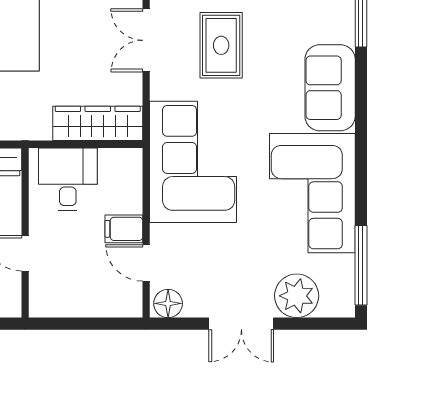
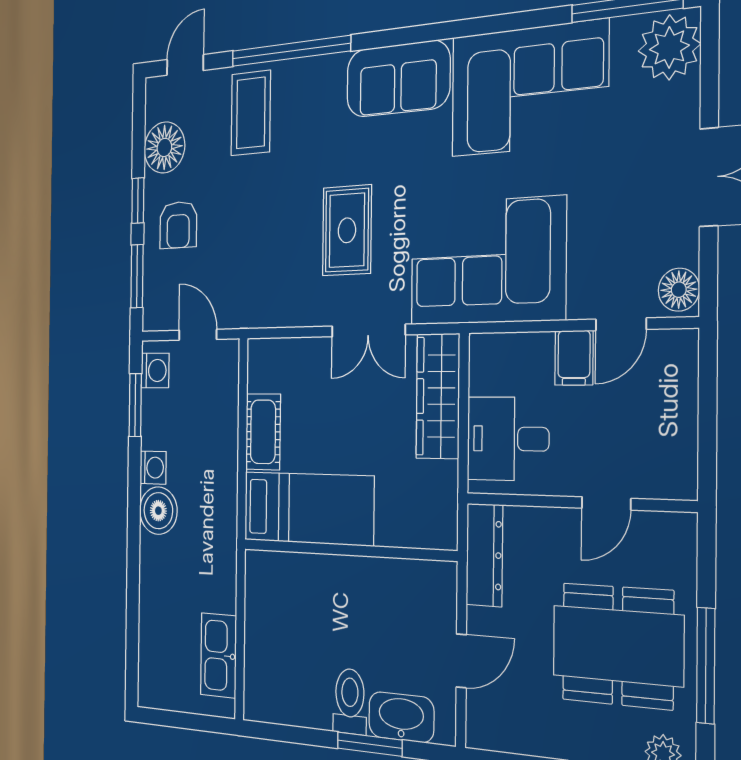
double door: (146, 40) -> (368, 331), moved
rug: (221, 45) -> (347, 230), turned 90
plant: (297, 296) -> (669, 47), moved

